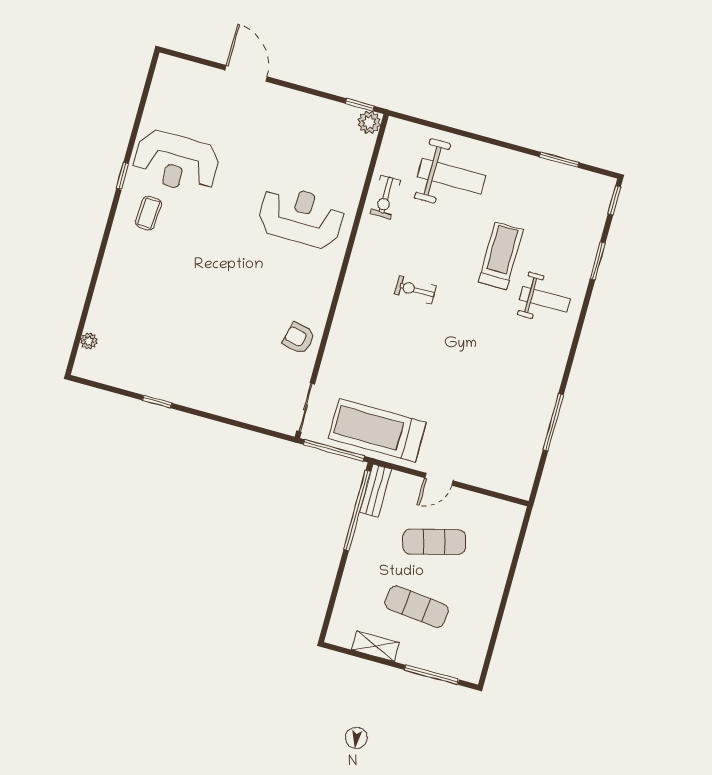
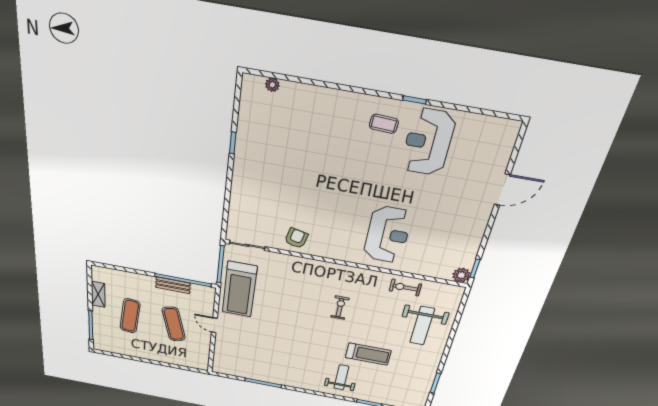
weight bench: (545, 299) -> (341, 377), turned 180
treadmill: (377, 430) -> (240, 289), turned 180
bench: (375, 491) -> (173, 285), moved

